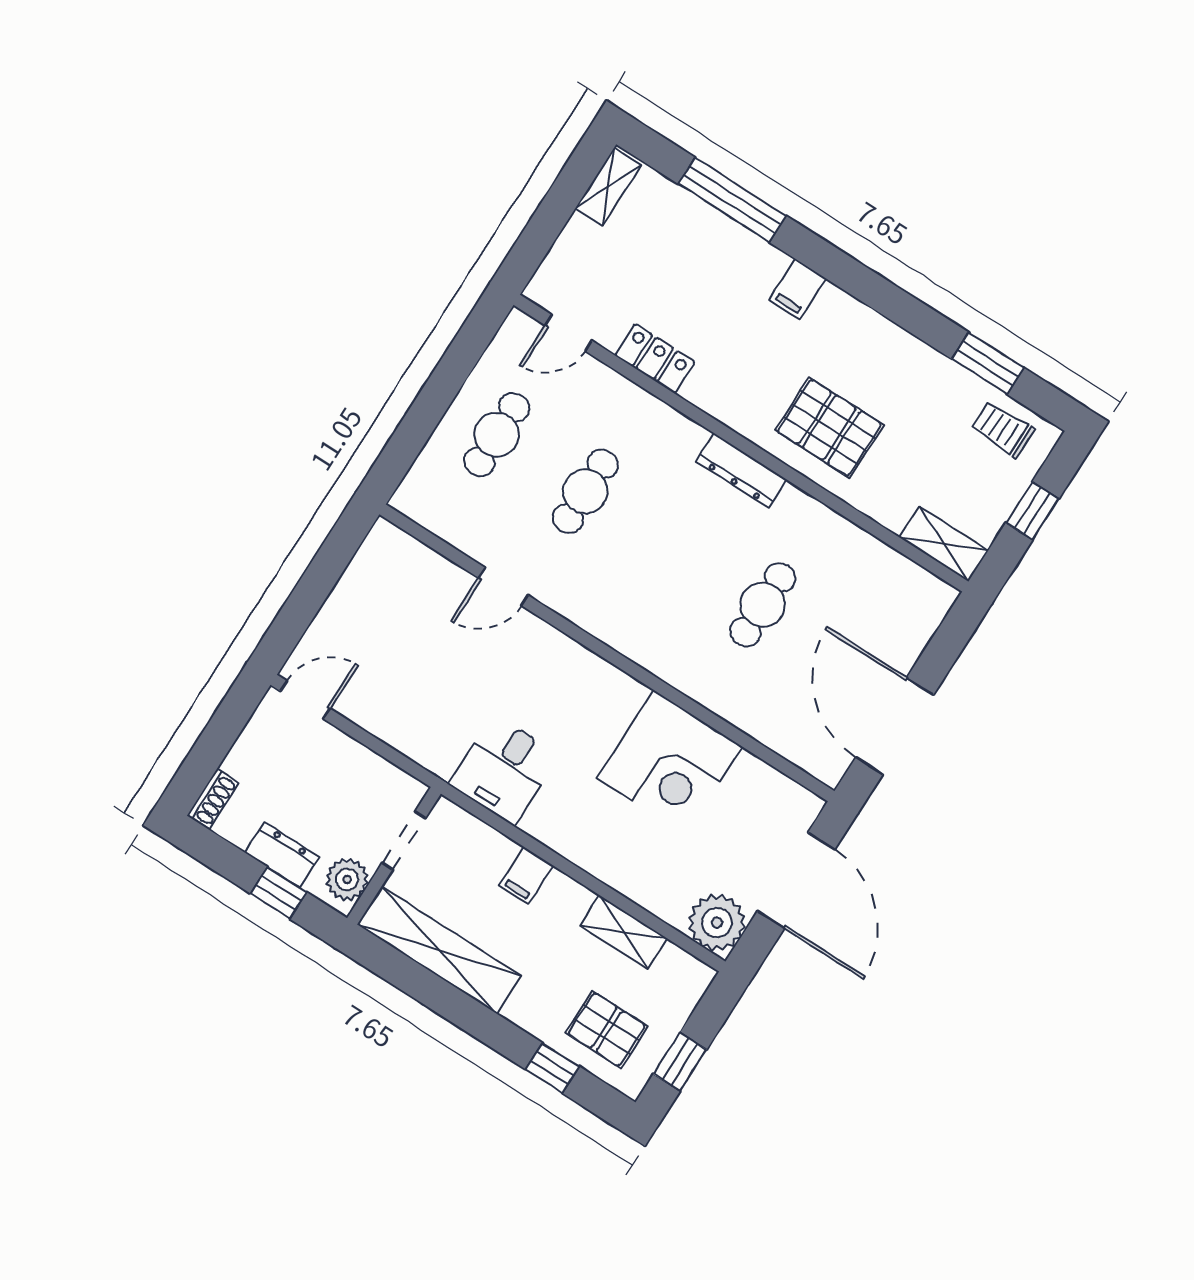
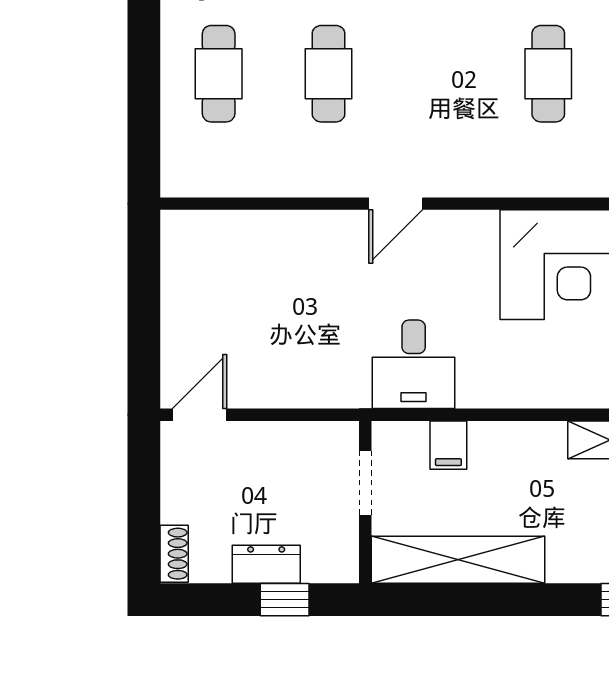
door: (503, 587) -> (396, 204), moved
filing cabinet: (526, 876) -> (448, 445), moved
plant: (347, 880) -> (337, 549), removed

